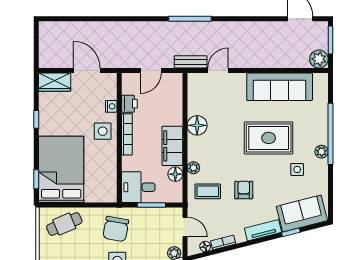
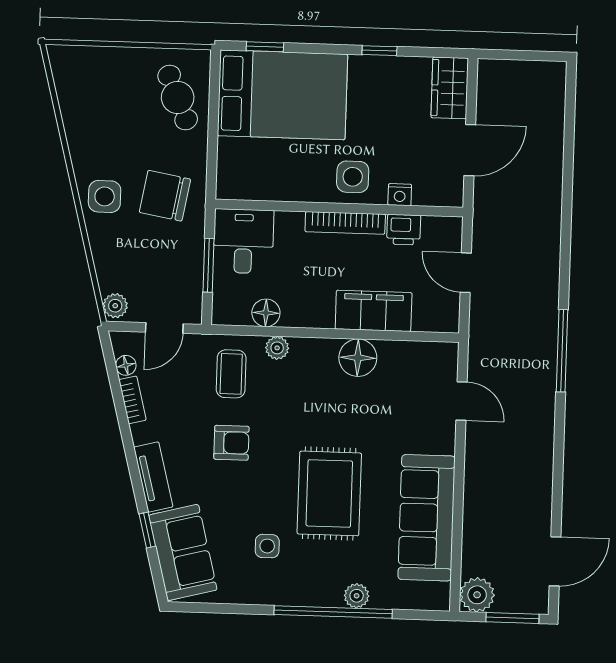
bench: (191, 62) -> (480, 349), removed
filing cabinet: (172, 146) -> (374, 311), moved
plant: (322, 152) -> (357, 596), moved

